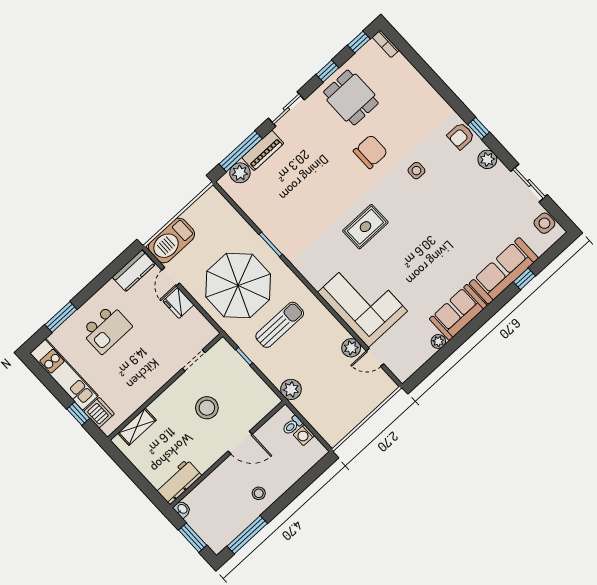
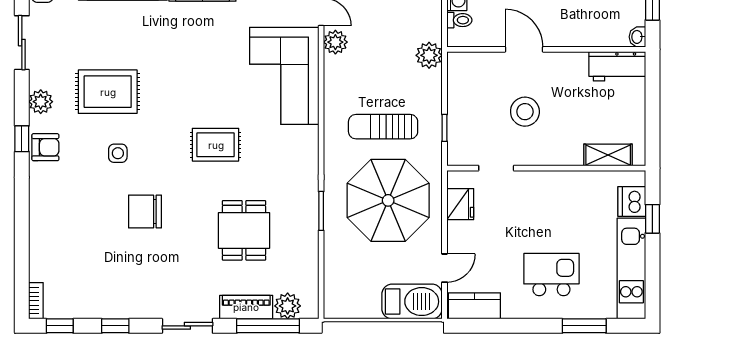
dining table: (351, 98) -> (244, 230), moved
rug: (455, 200) -> (108, 92), added
fridge: (178, 303) -> (460, 204), moved

